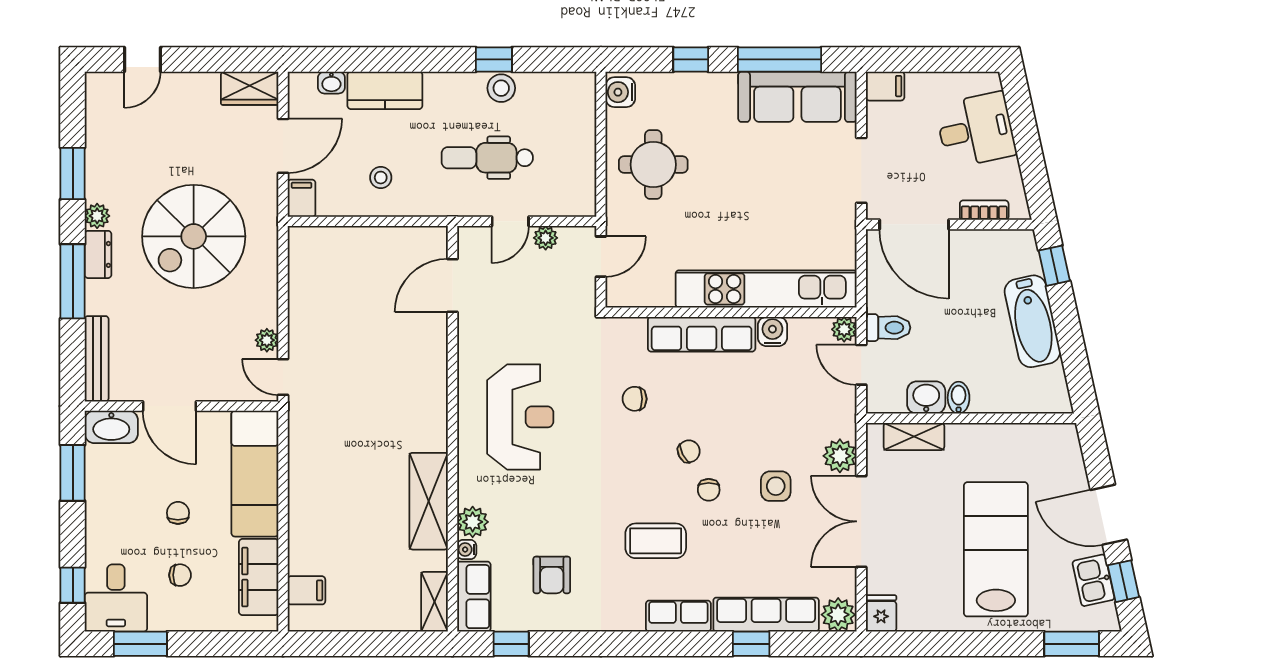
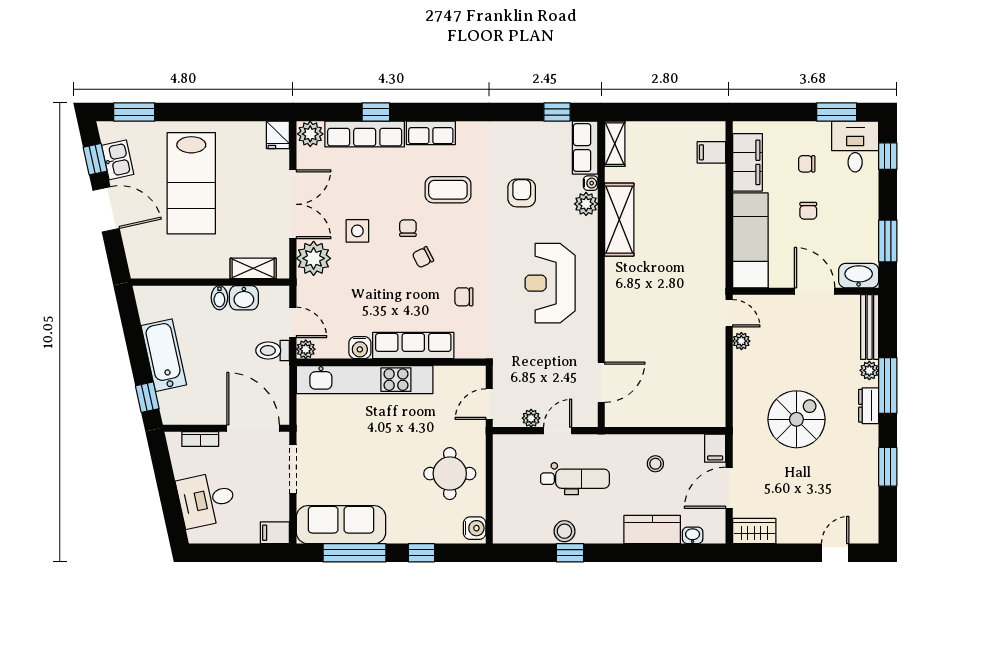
plant: (97, 216) -> (869, 370), moved
spiral stairs: (194, 236) -> (796, 419), width x0.73, depth x0.73
chair: (635, 399) -> (464, 297), turned 180
plant: (840, 456) -> (314, 258), width x1.36, depth x1.36
armchair: (552, 575) -> (522, 193), moved

